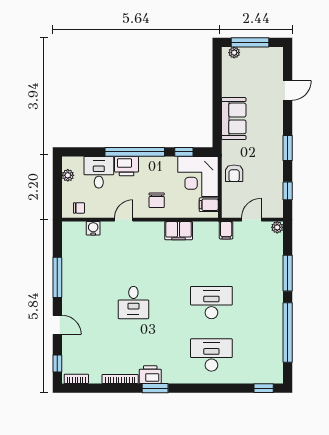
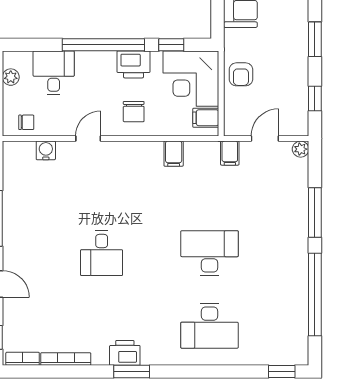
printer: (127, 166) -> (133, 64), moved
filing cabinet: (179, 231) -> (174, 154), width x0.50
desk: (211, 355) -> (210, 326), turned 180
bookcase: (120, 379) -> (66, 359), moved

